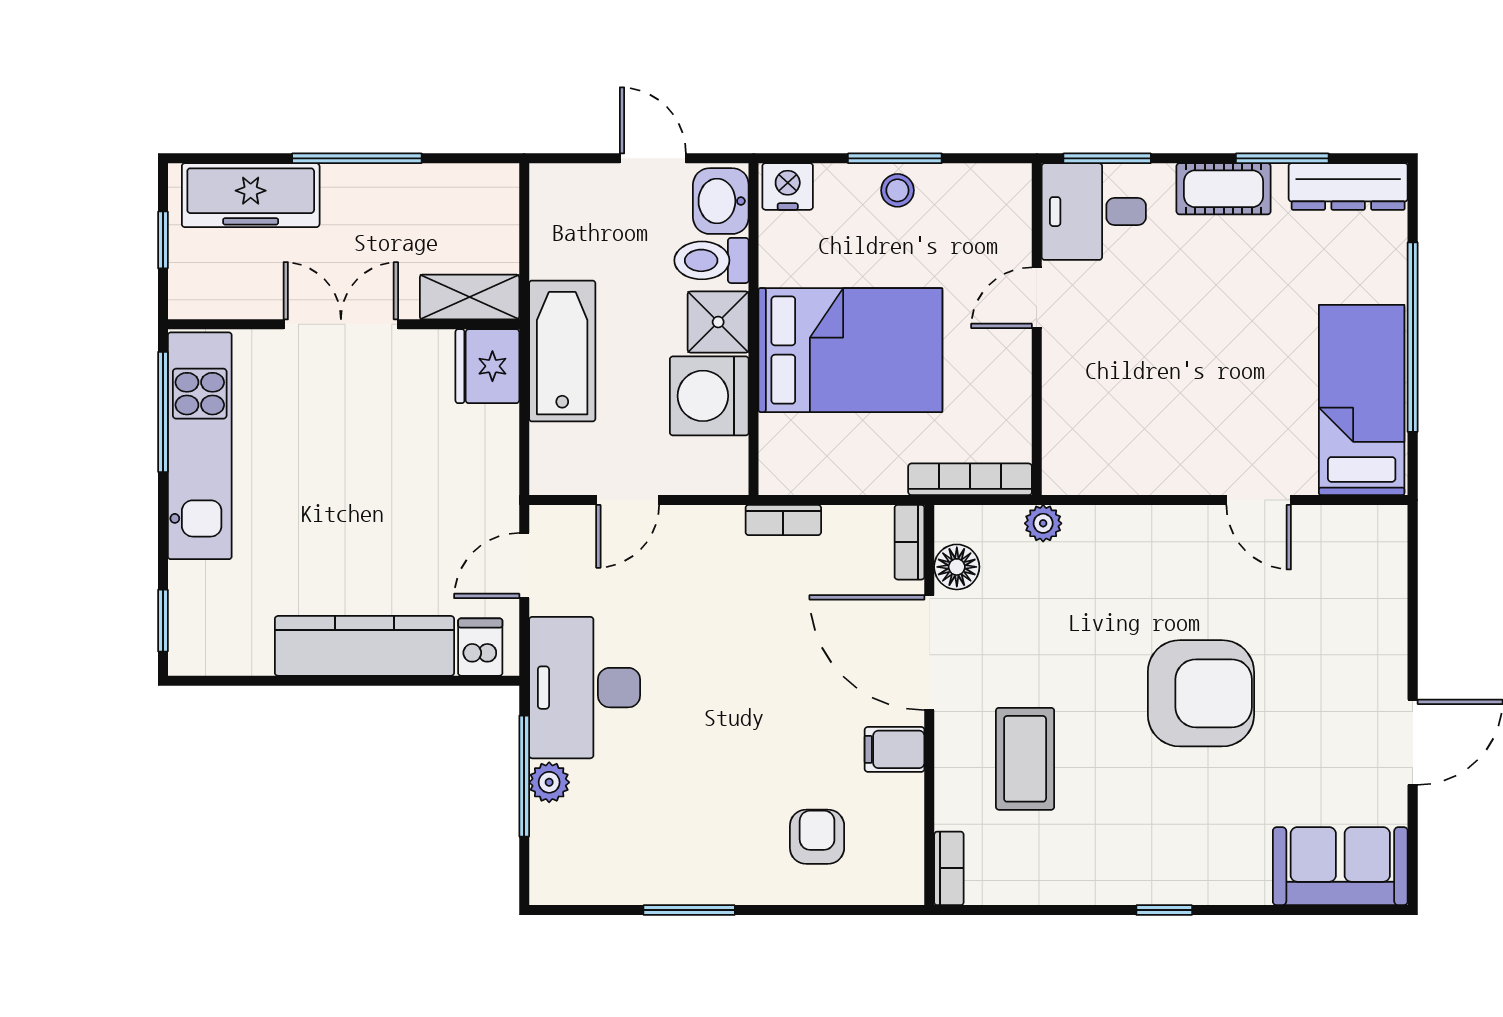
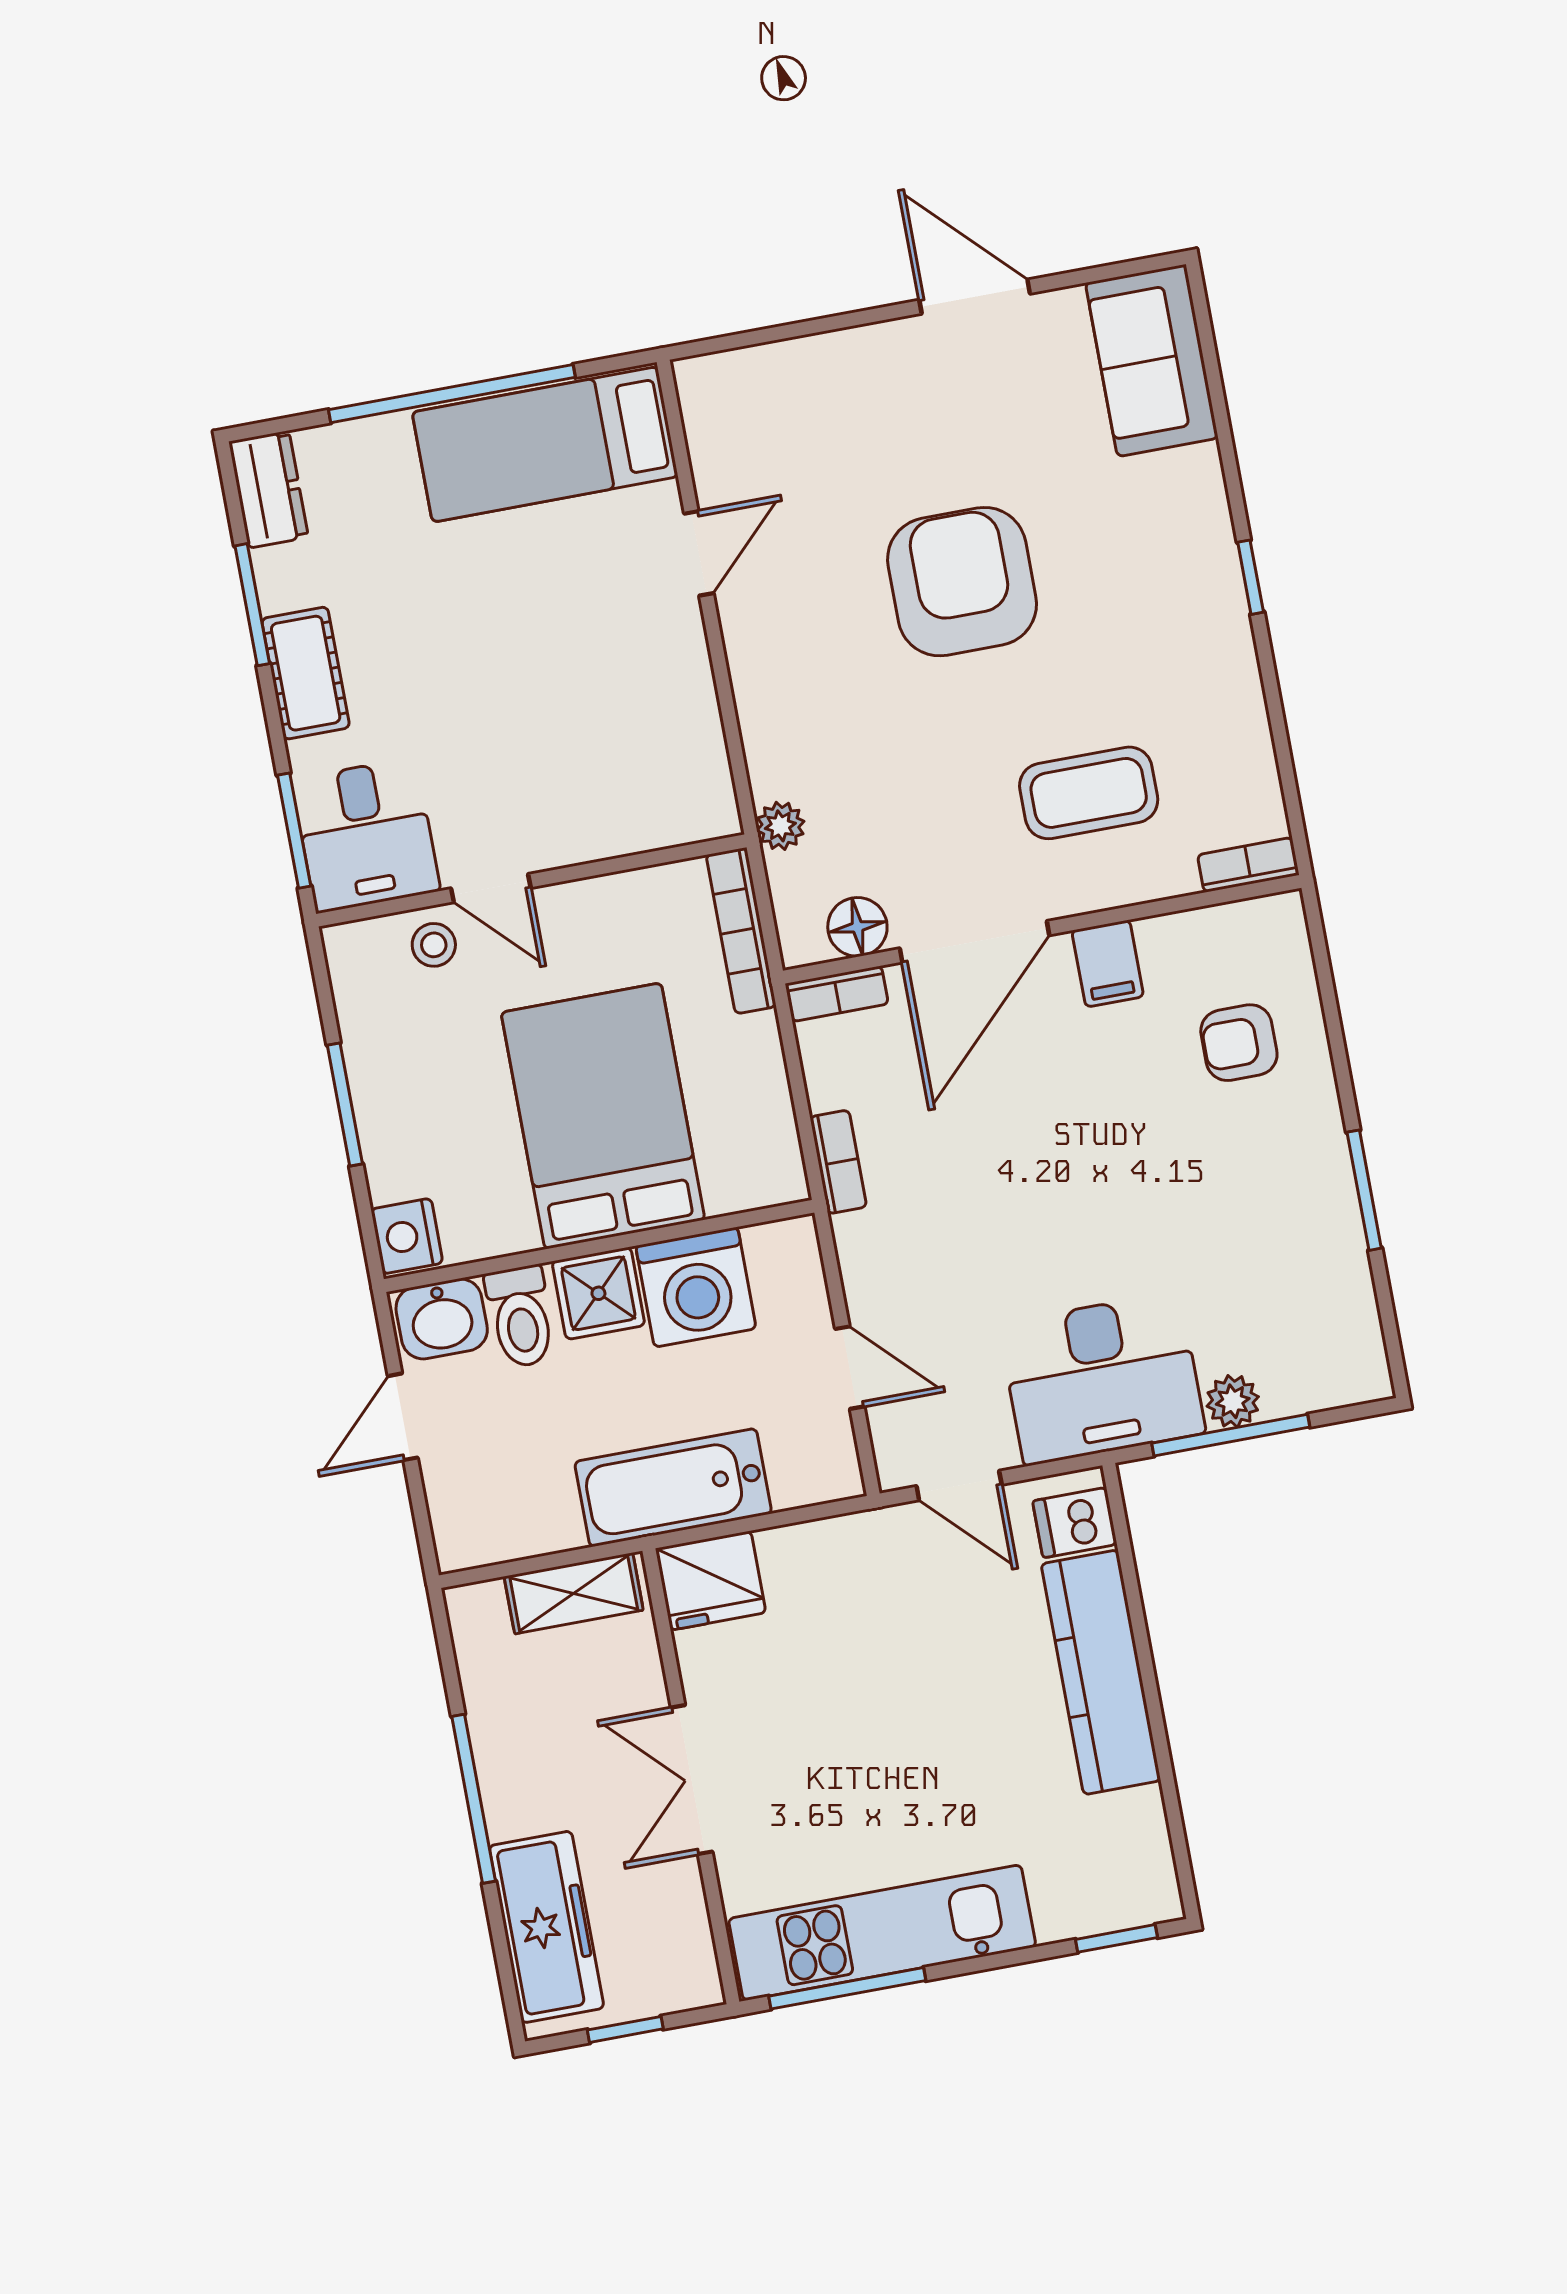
dresser: (1348, 186) -> (269, 489), width x0.70
stool: (897, 190) -> (434, 945), moved
shelving: (470, 297) -> (574, 1593), moved, turned 90

